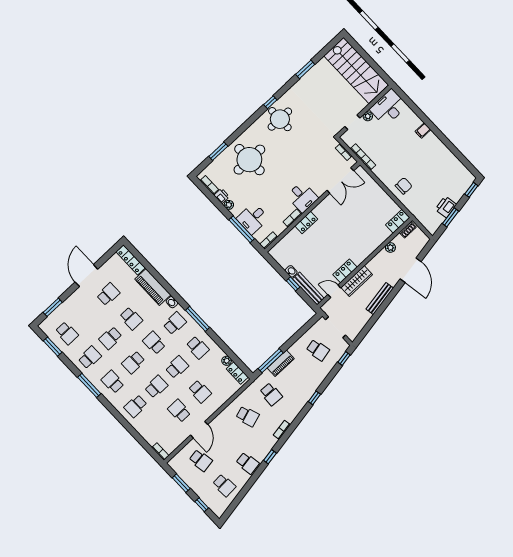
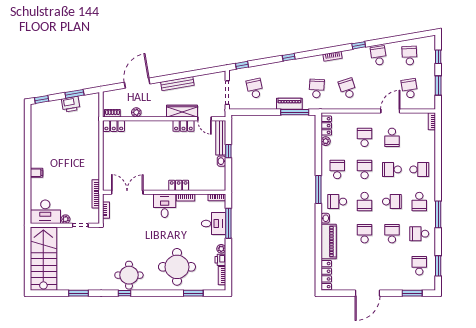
chair: (404, 186) -> (86, 147), removed
school desk: (108, 294) -> (365, 266), removed
school desk: (110, 338) -> (392, 234), turned -90
school desk: (177, 367) -> (365, 169), turned 90

